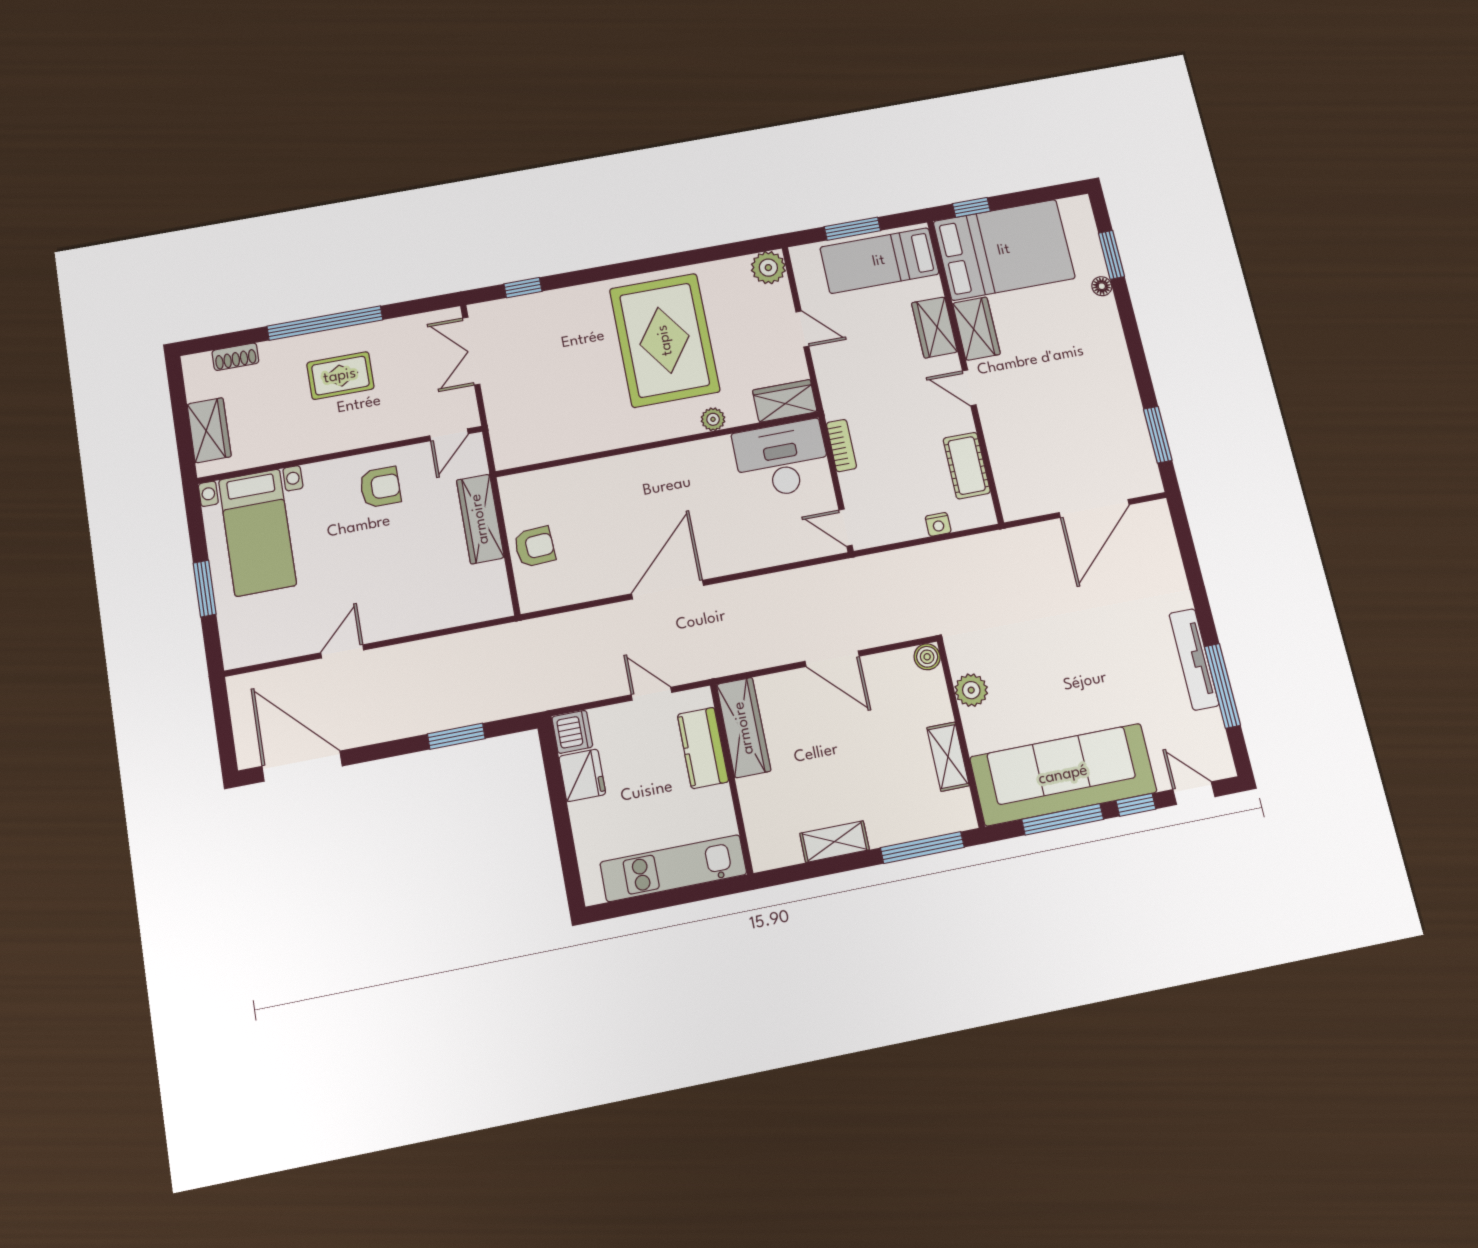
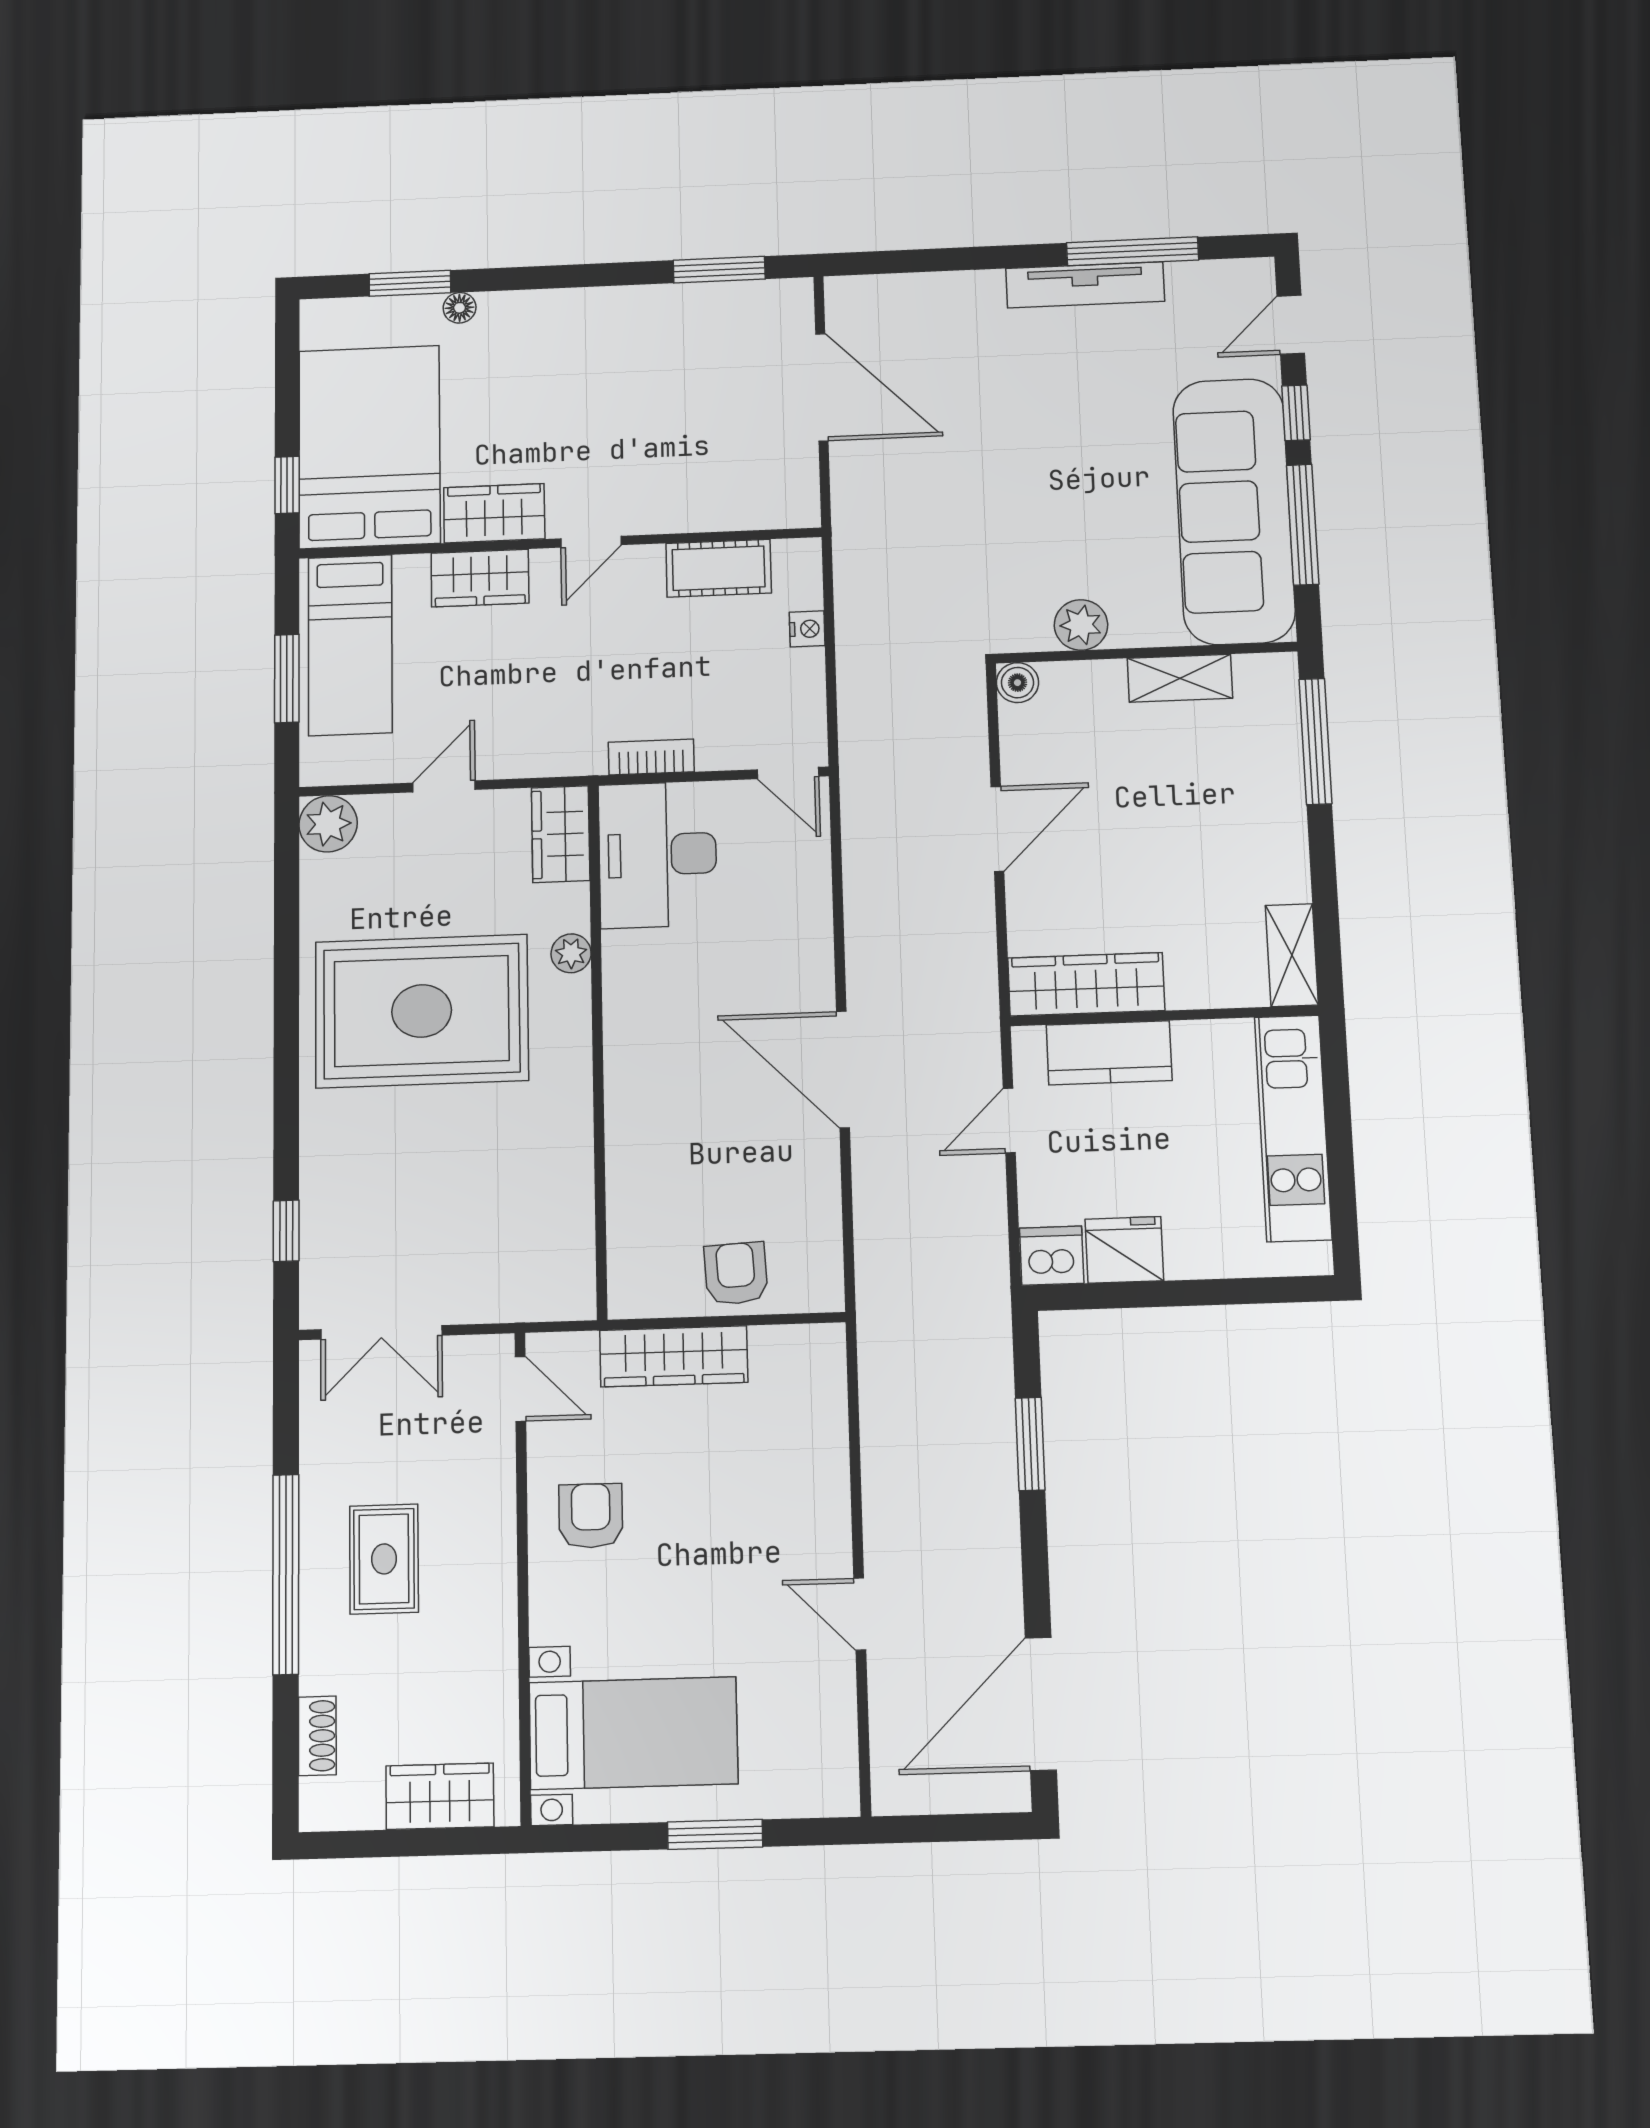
door: (846, 528) -> (788, 773), hinge flipped
shelving: (835, 842) -> (1292, 955), moved

